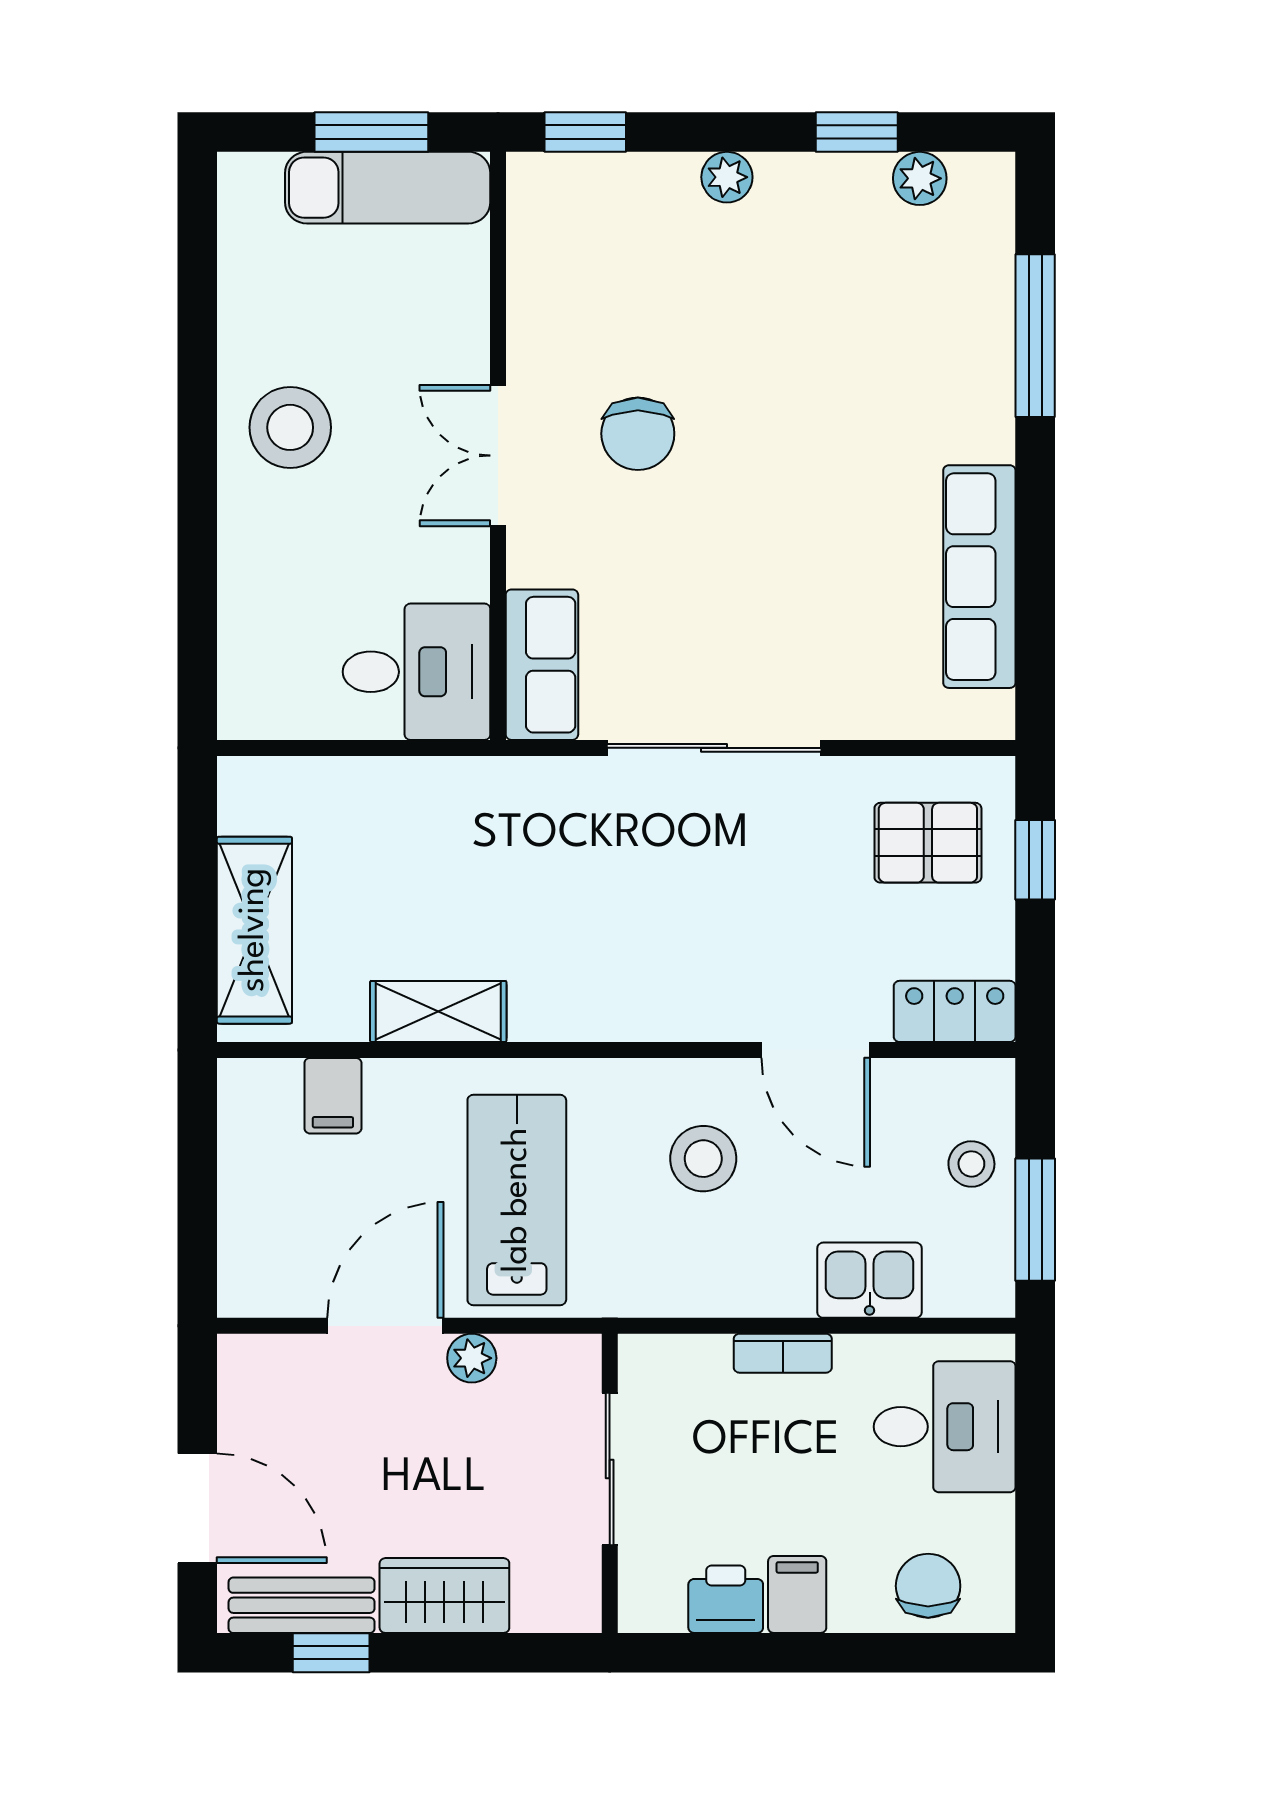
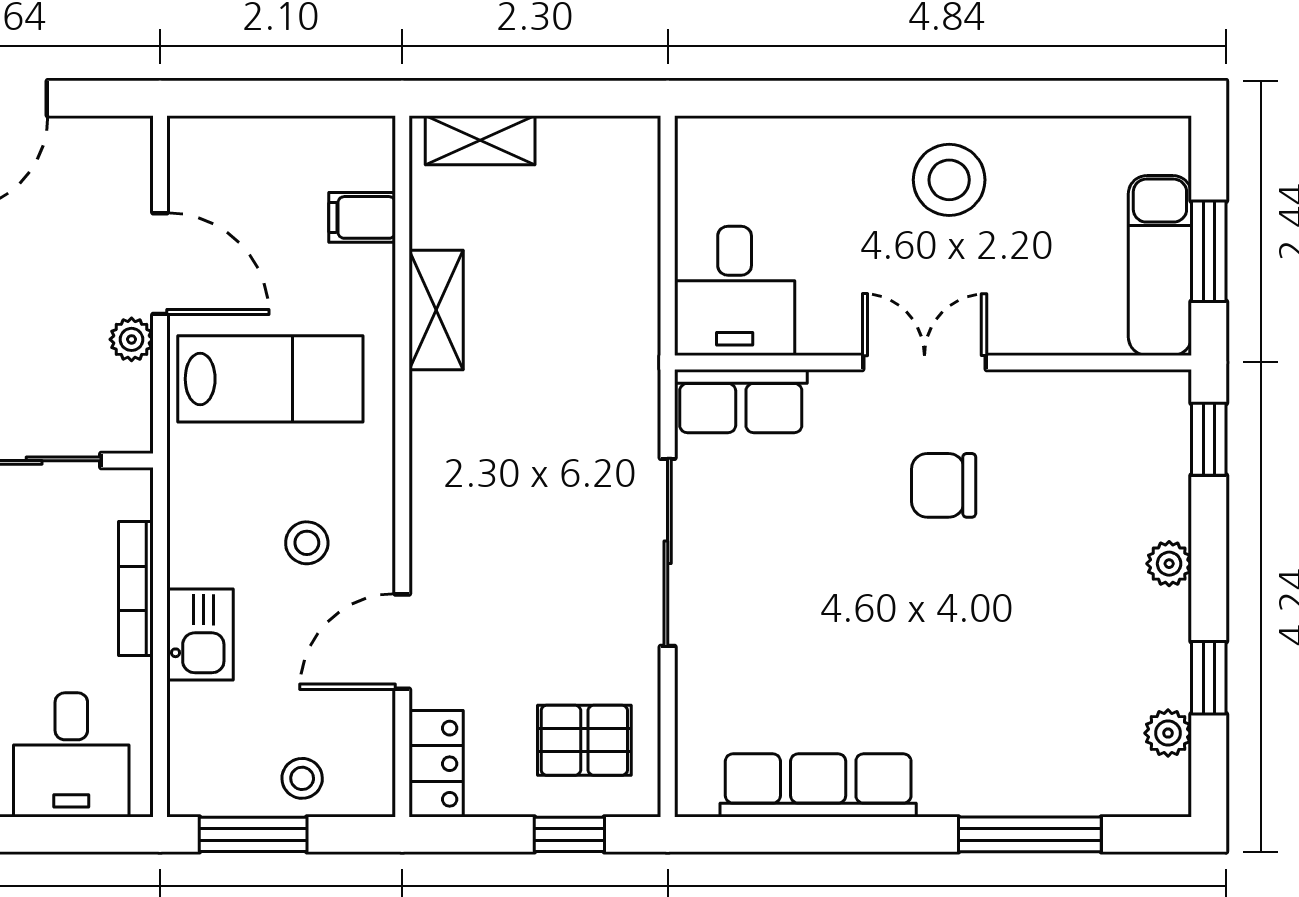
pallet: (928, 843) -> (584, 740), turned 90
shelving: (254, 930) -> (480, 140), width x0.67, depth x0.75
stool: (703, 1159) -> (307, 543), width x0.73, depth x0.73
kitchen sink: (870, 1280) -> (200, 634), moved
bookcase: (783, 1353) -> (136, 588), width x1.56

